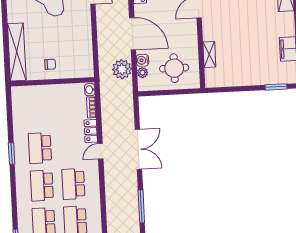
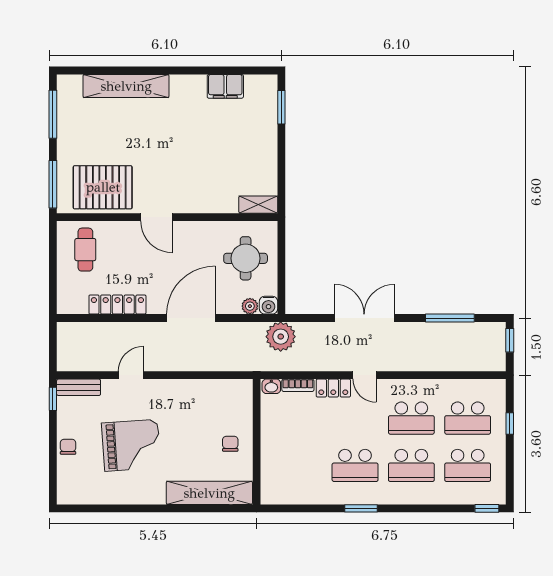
shelving: (209, 54) -> (258, 205), moved
water cooler: (142, 60) -> (269, 305), moved
plant: (122, 69) -> (281, 337), moved

